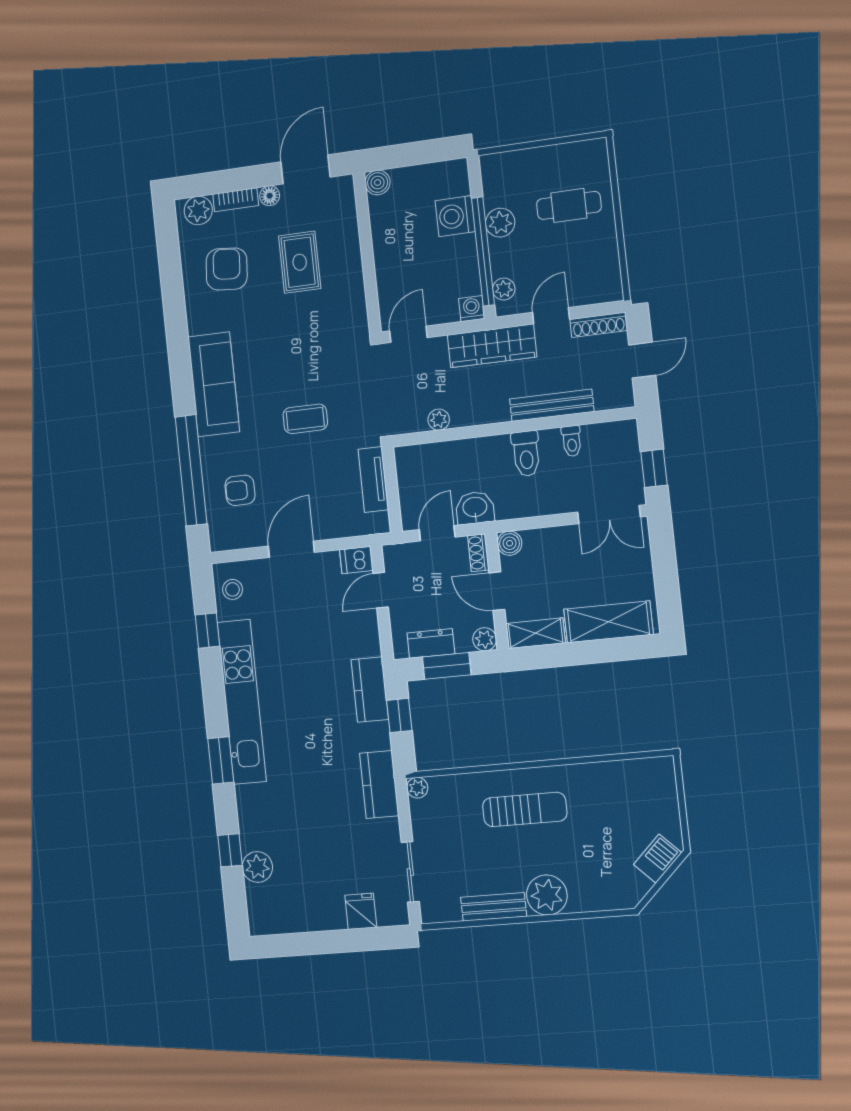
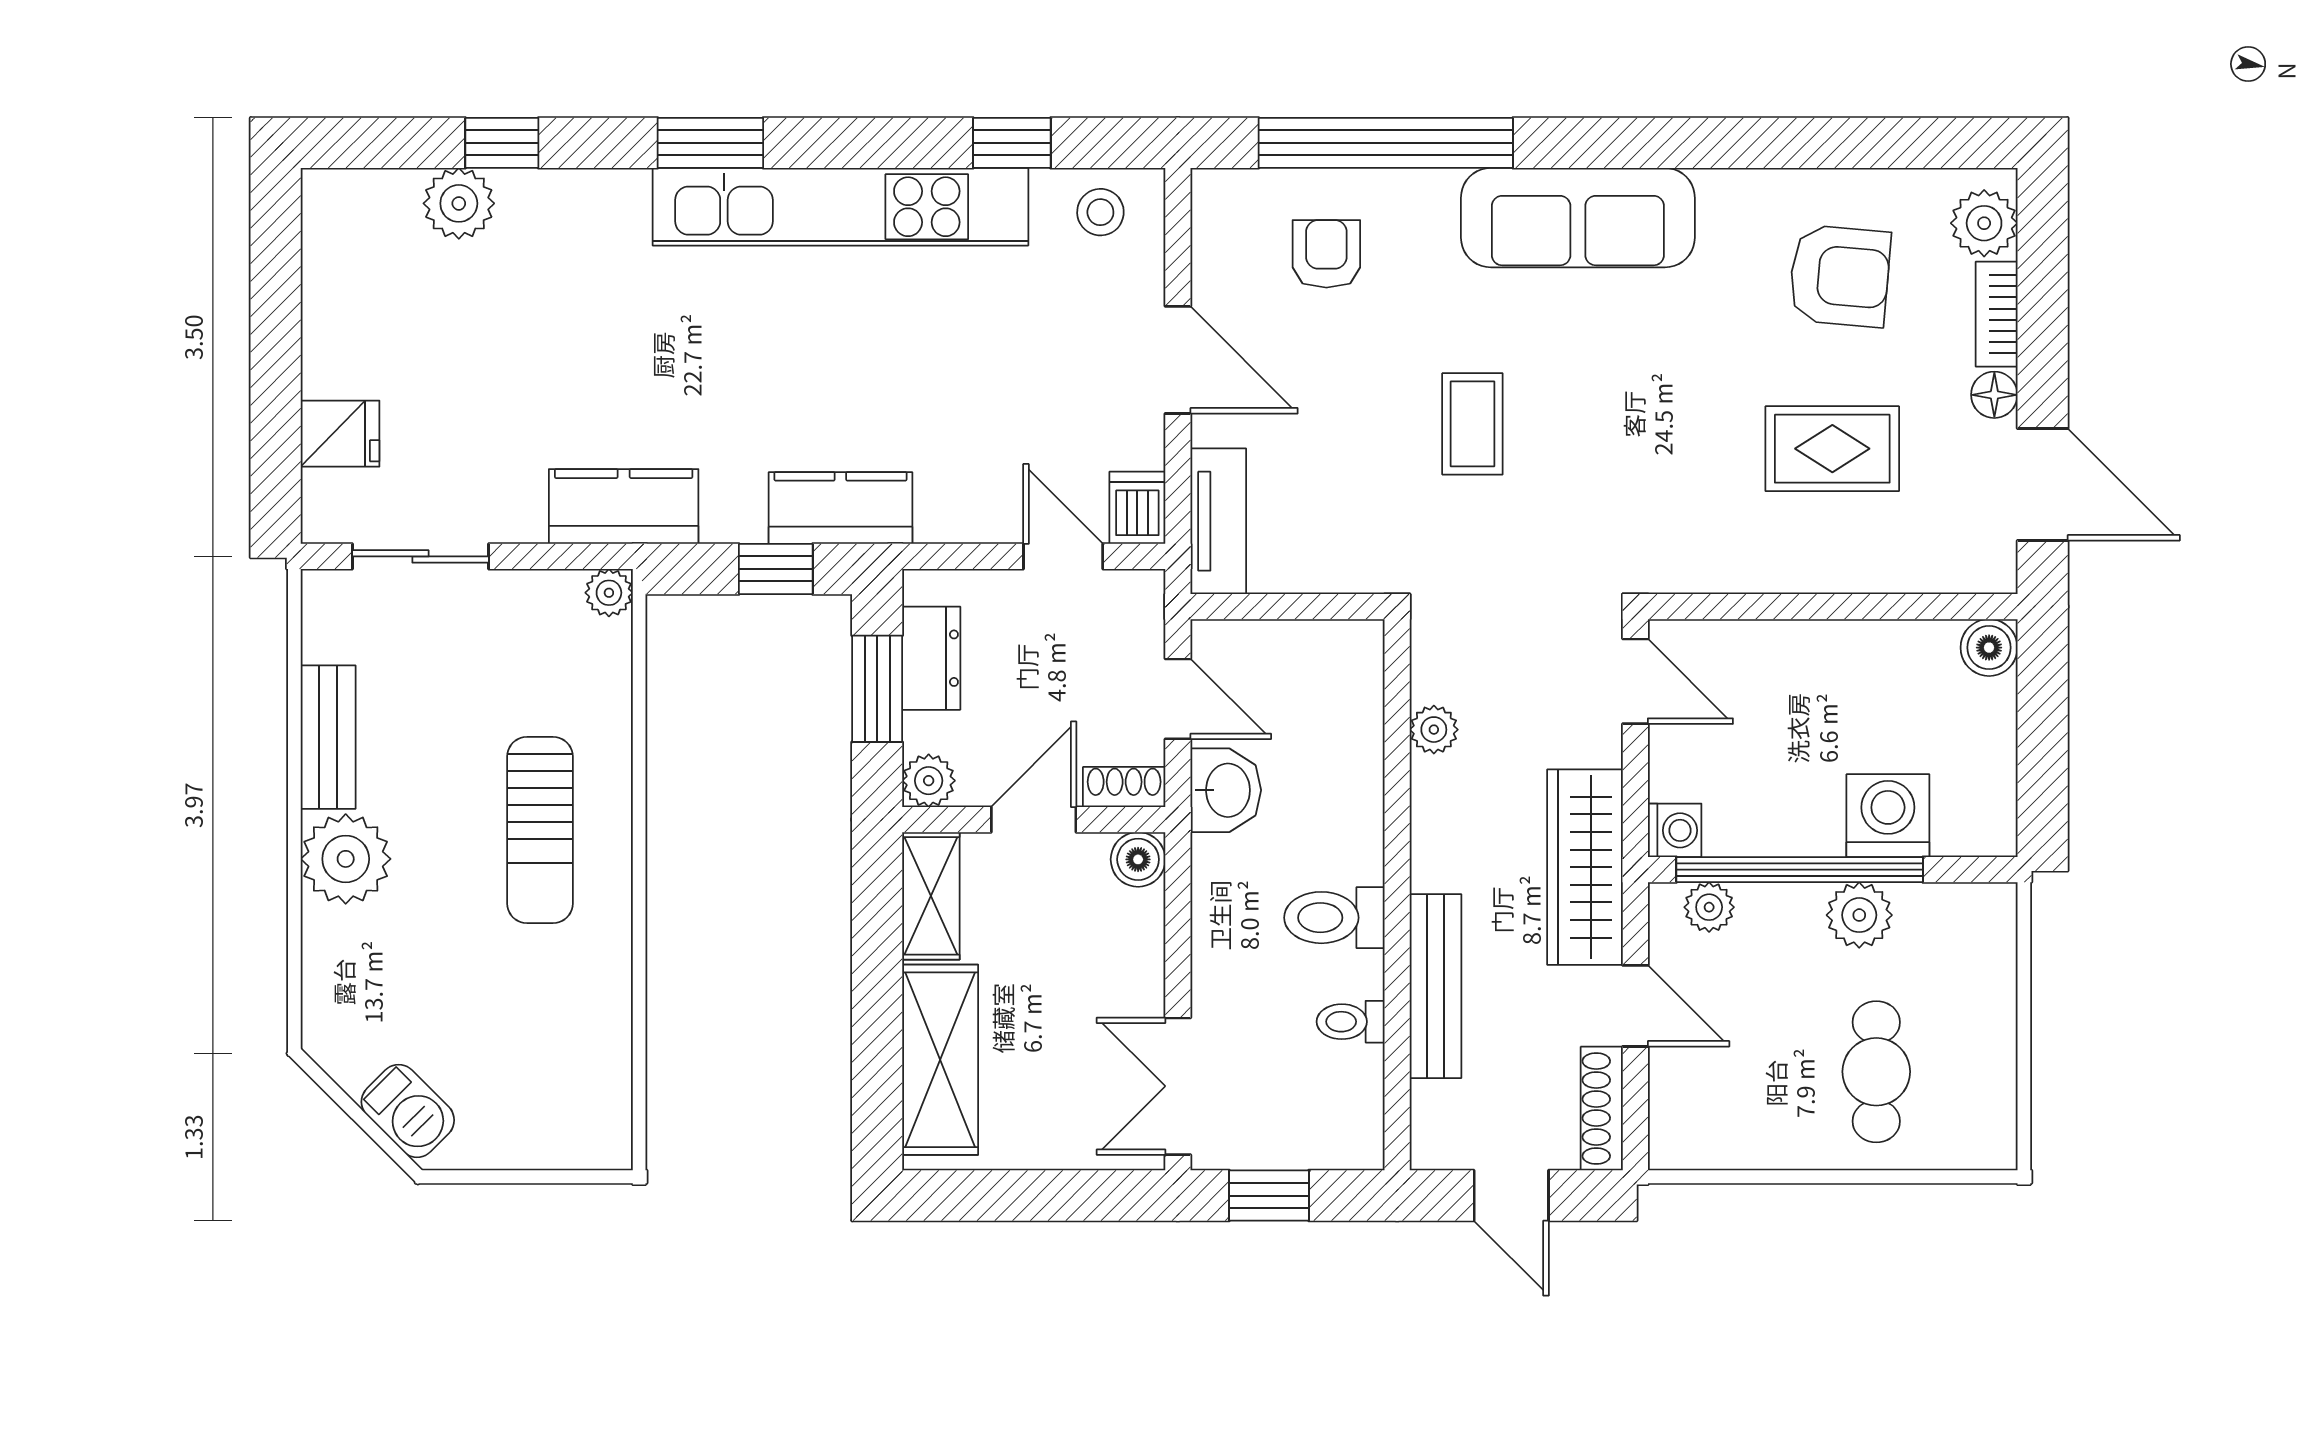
tv unit: (373, 479) -> (1218, 521), moved, turned 90

